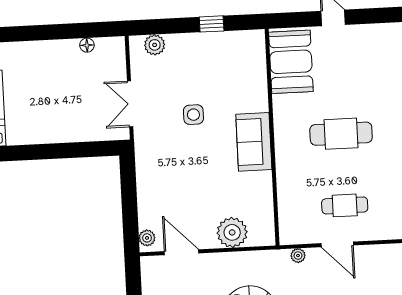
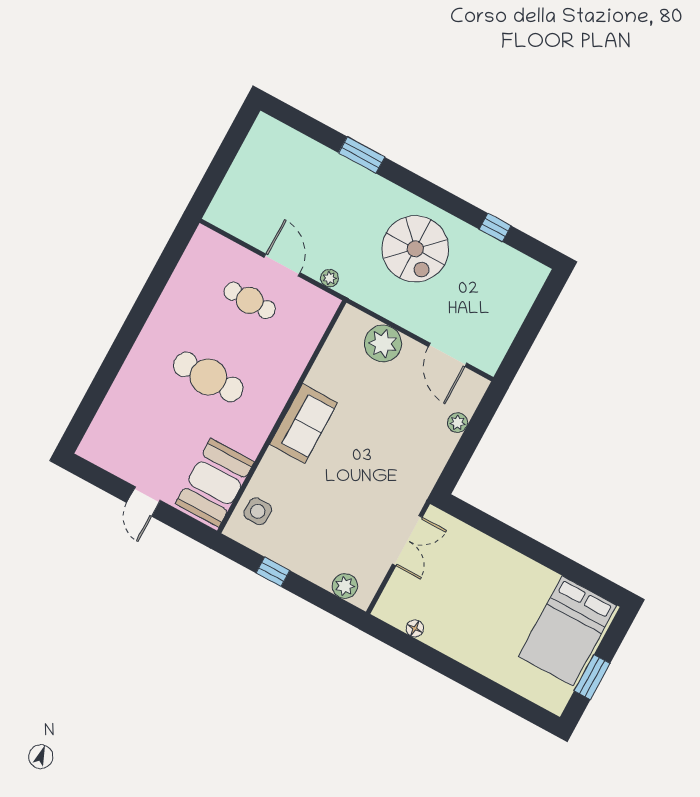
side table: (193, 115) -> (258, 511), moved
plant: (147, 238) -> (457, 423), moved

